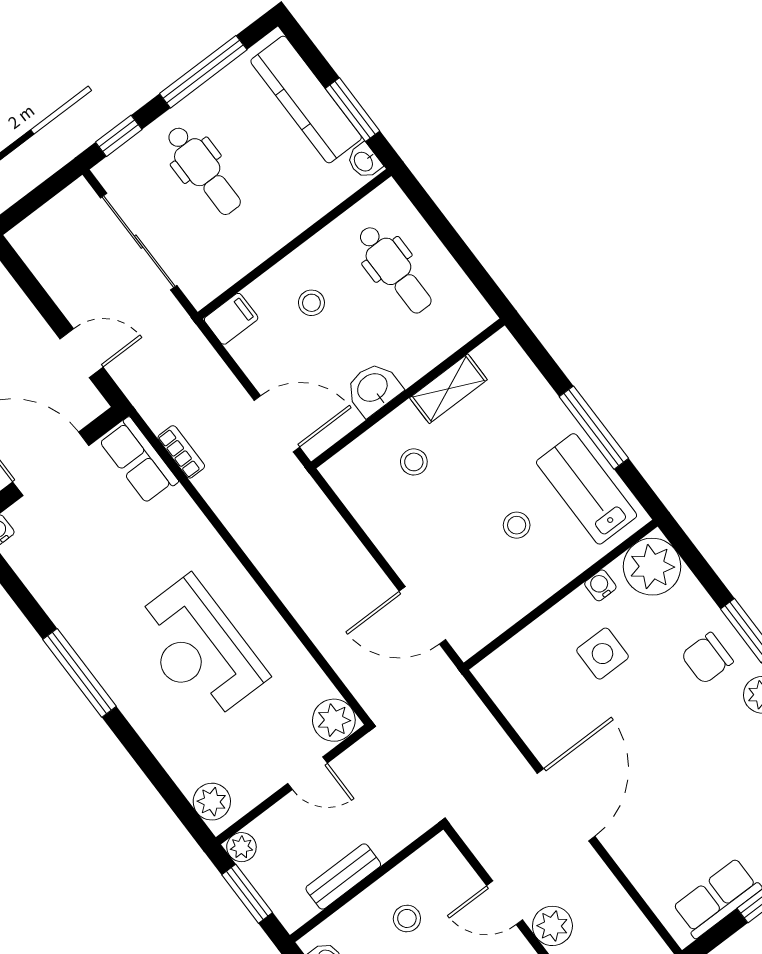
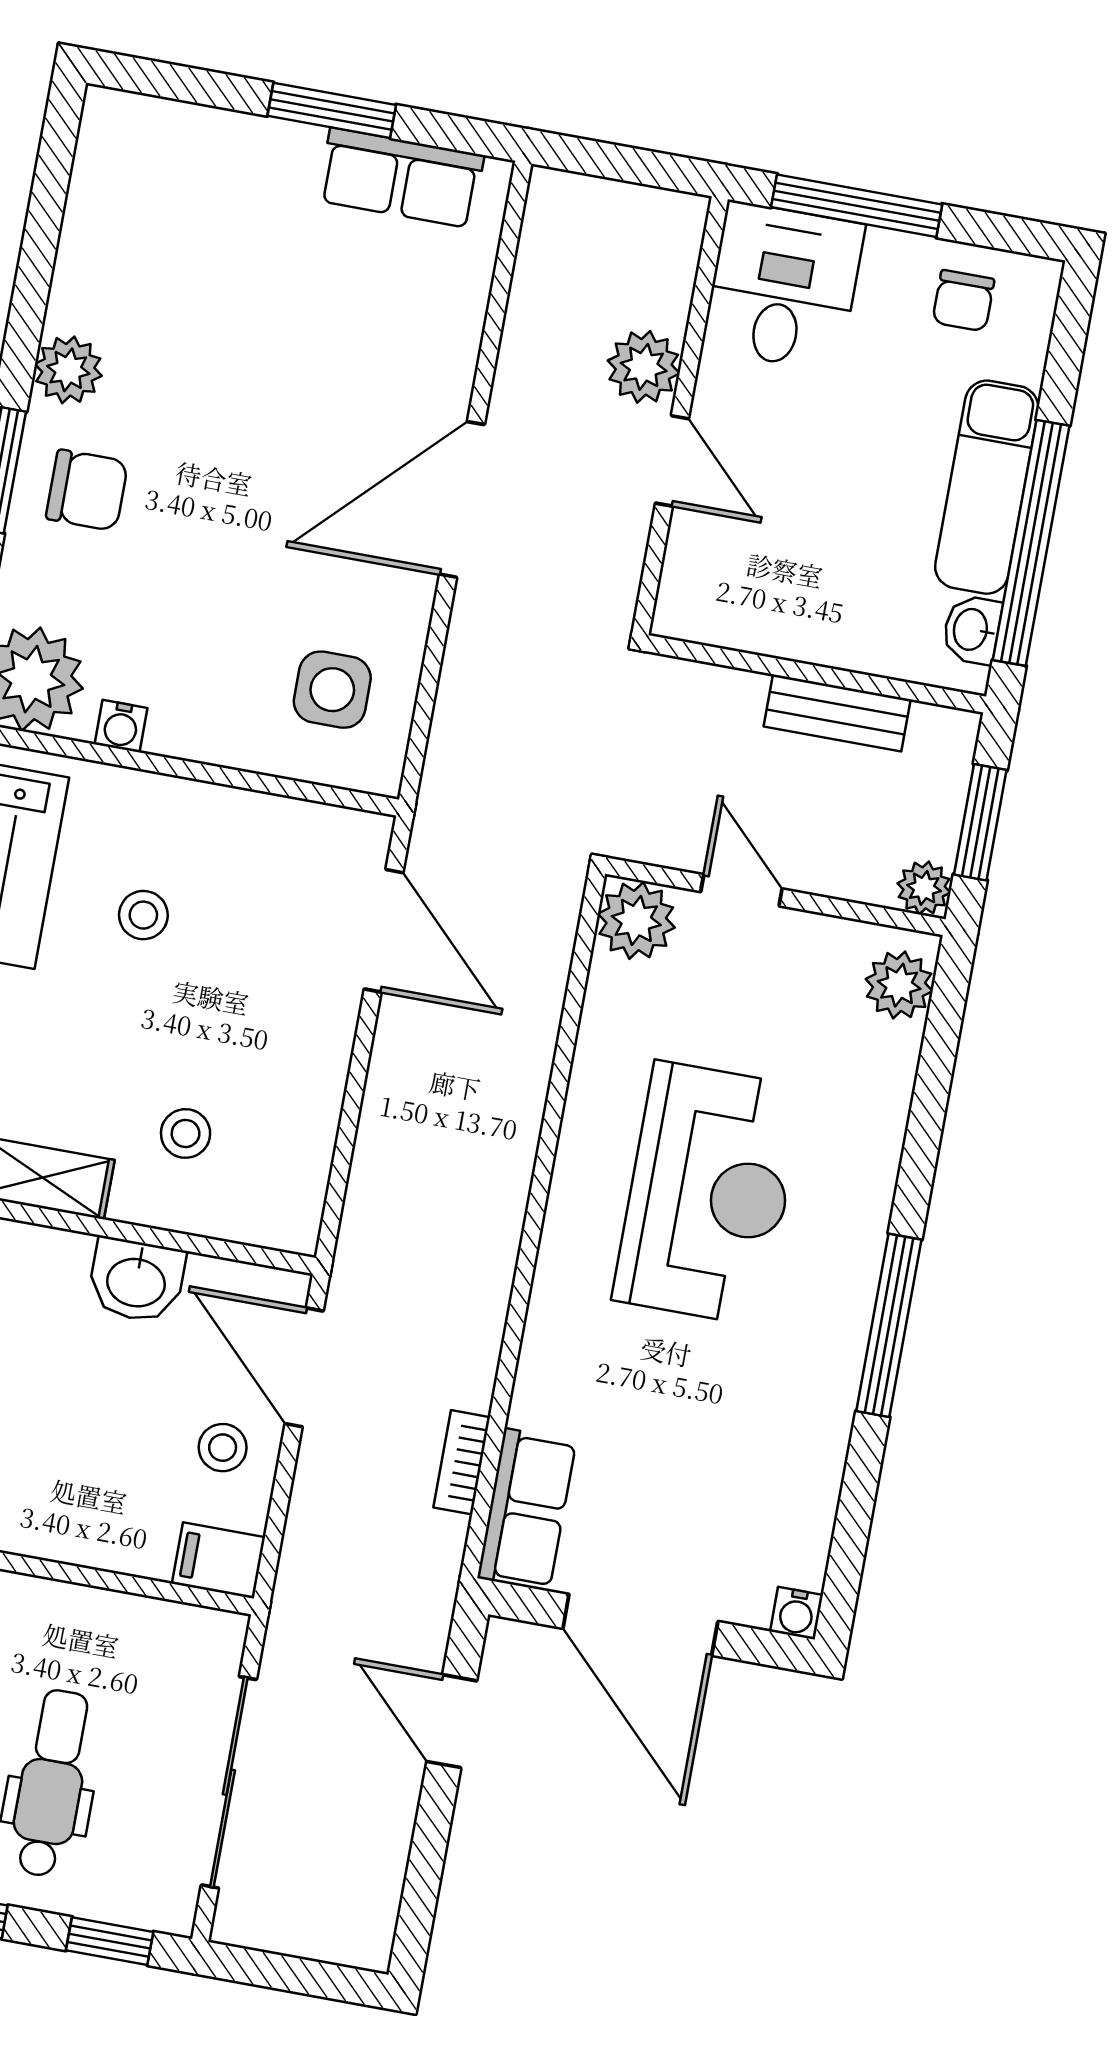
stool: (311, 303) -> (223, 1448), moved
side table: (603, 654) -> (332, 690), moved
stool: (407, 918) -> (815, 574), removed

